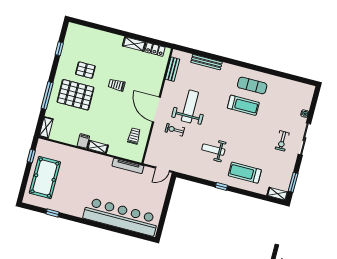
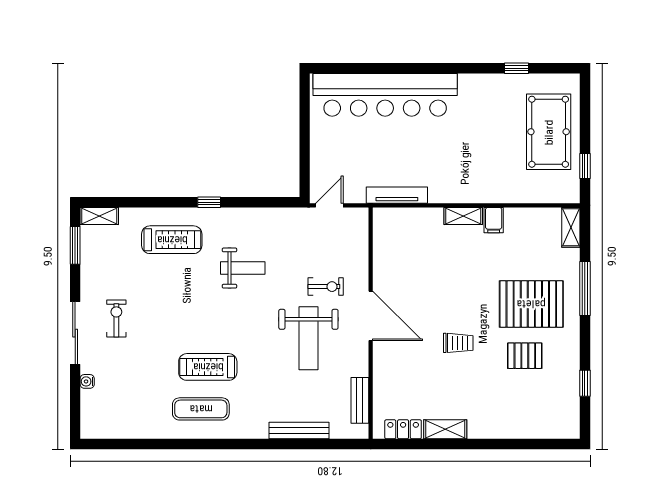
trolley: (134, 136) -> (400, 255), removed

